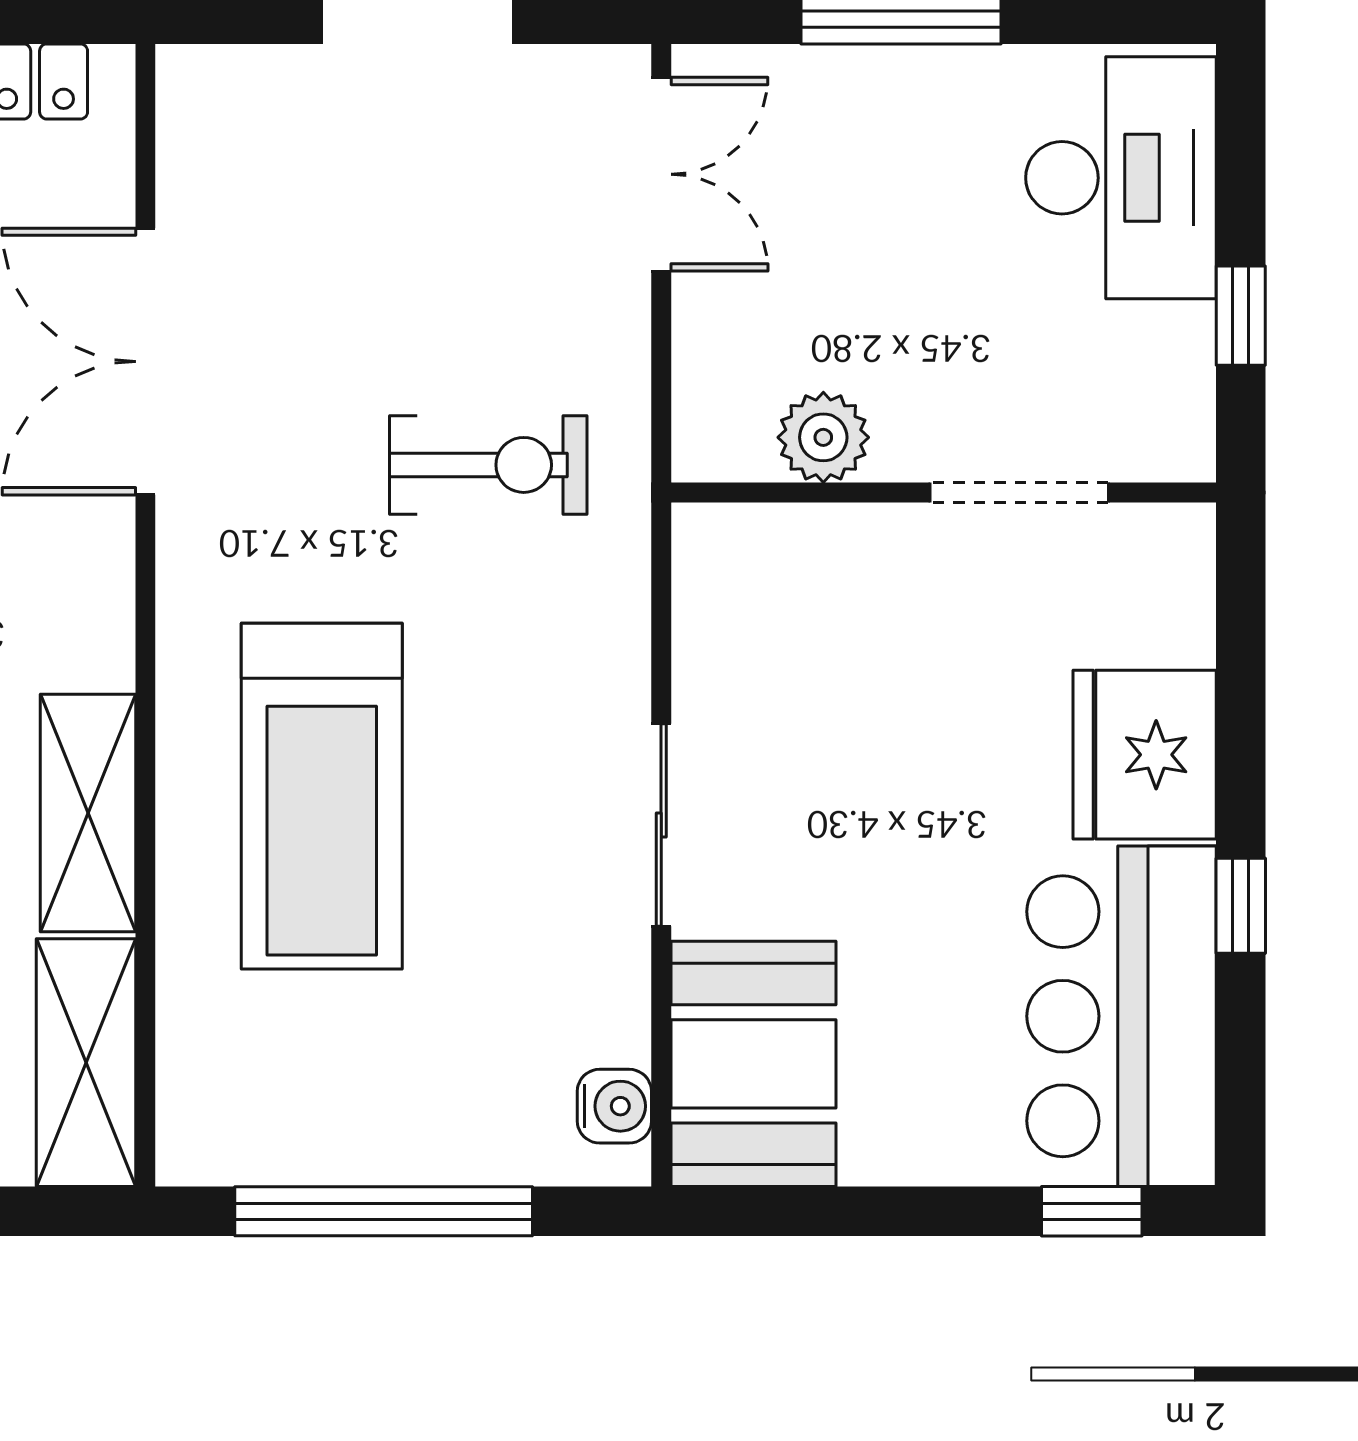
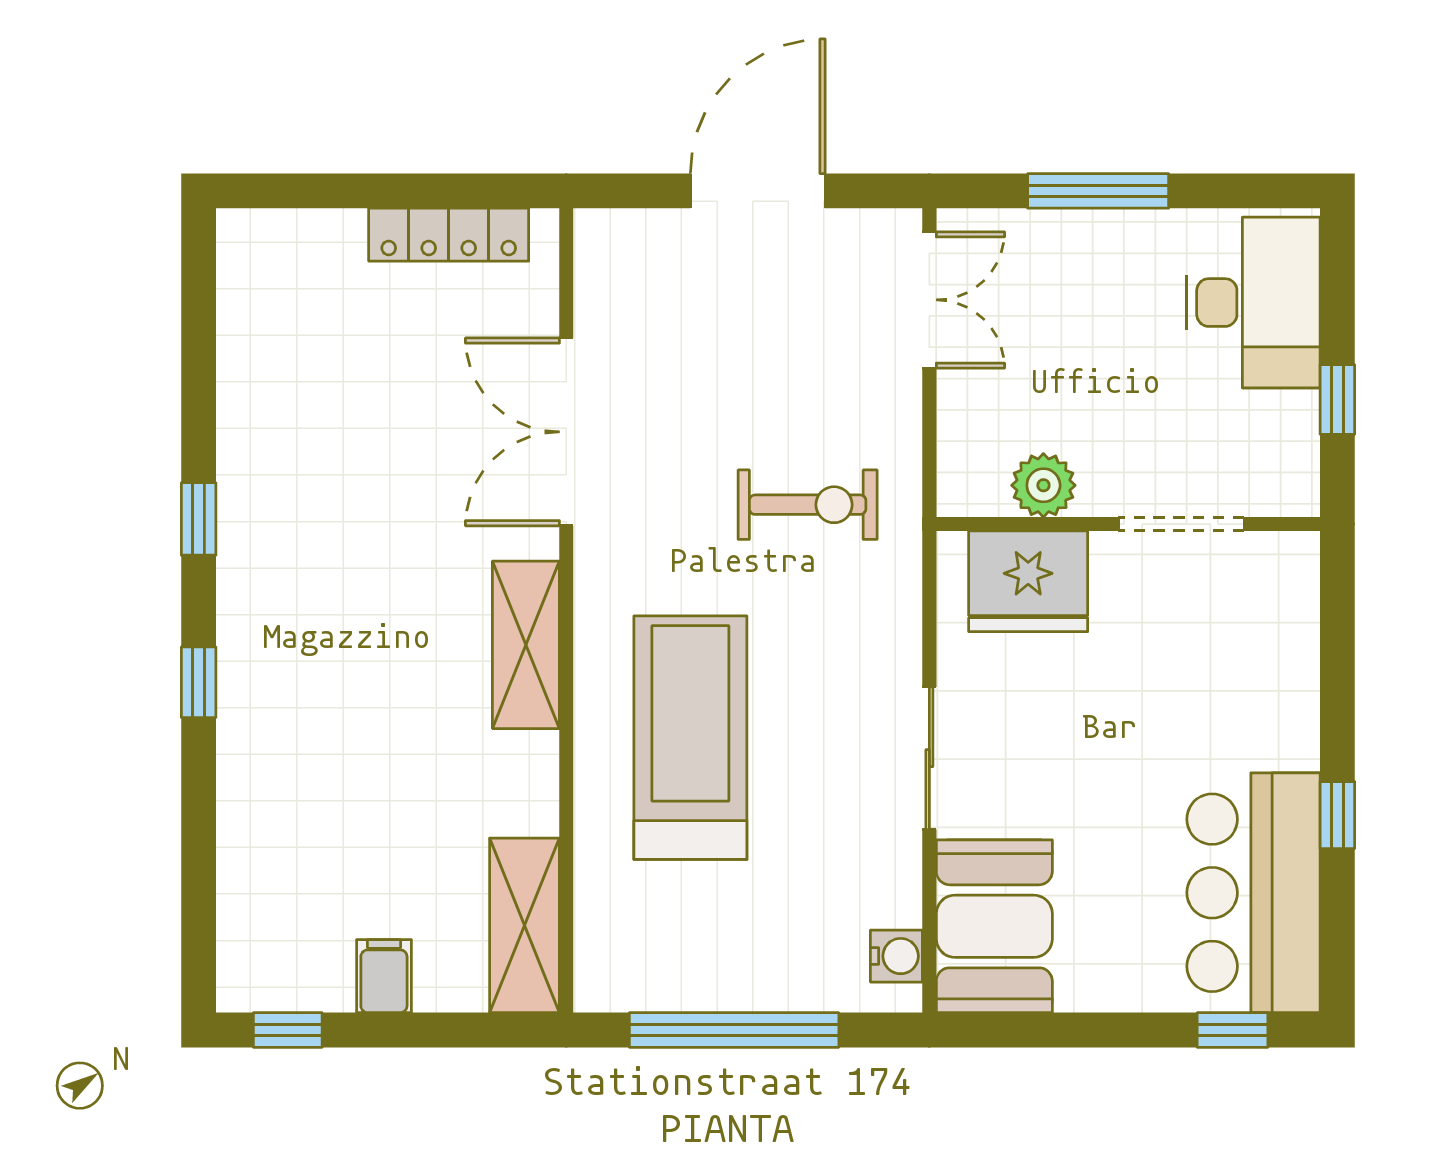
fridge: (1145, 755) -> (1028, 581), moved, turned -90
treadmill: (322, 796) -> (690, 738), turned 180
shelving: (88, 813) -> (526, 645), moved

